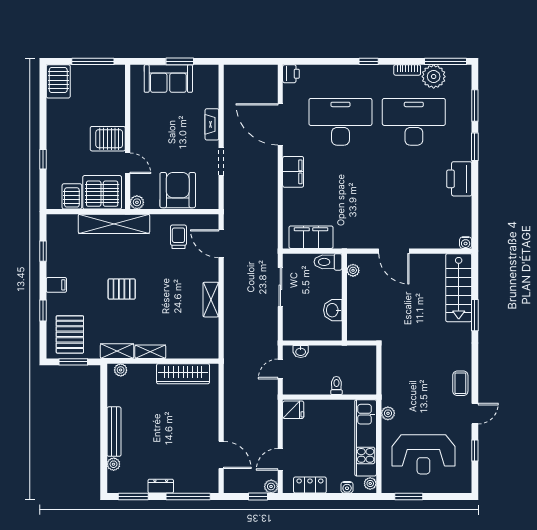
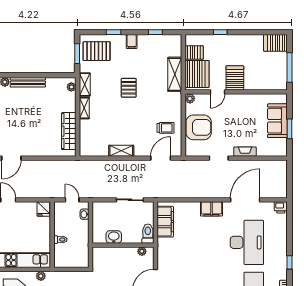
shelving: (114, 224) -> (175, 74), width x0.68

